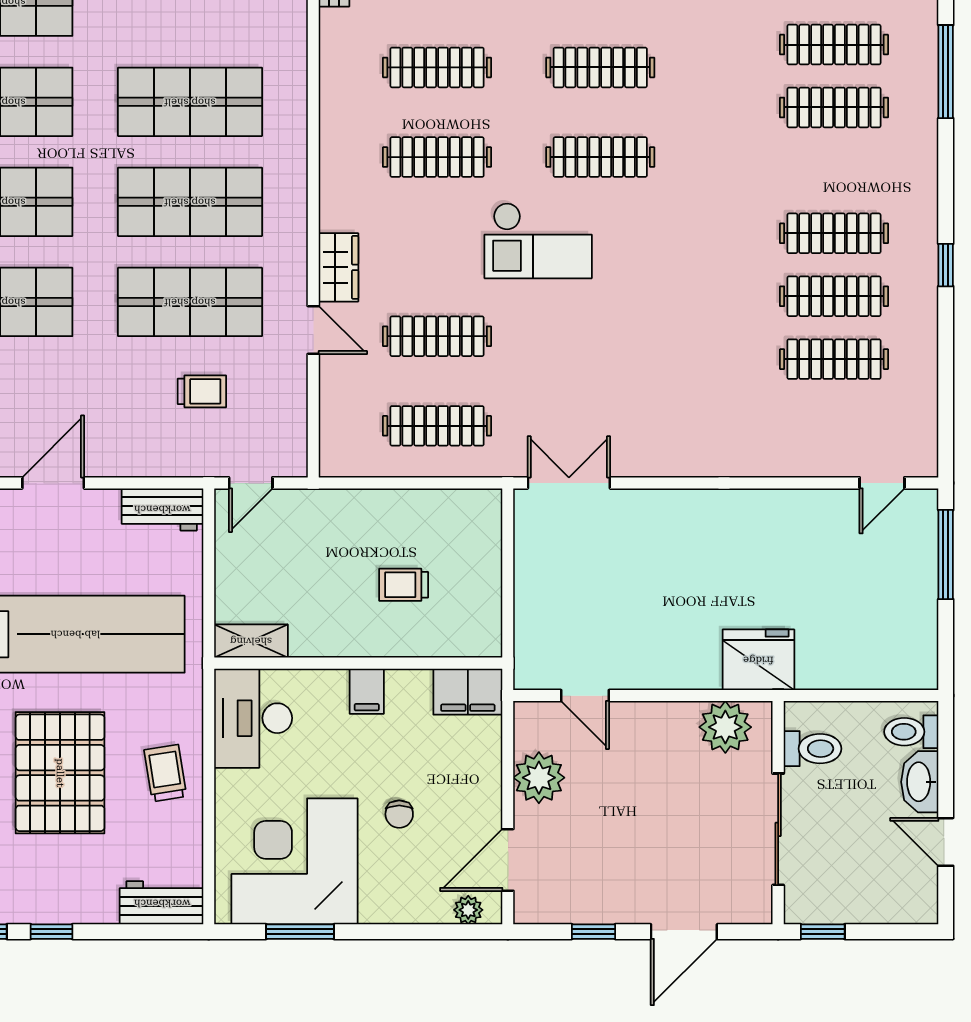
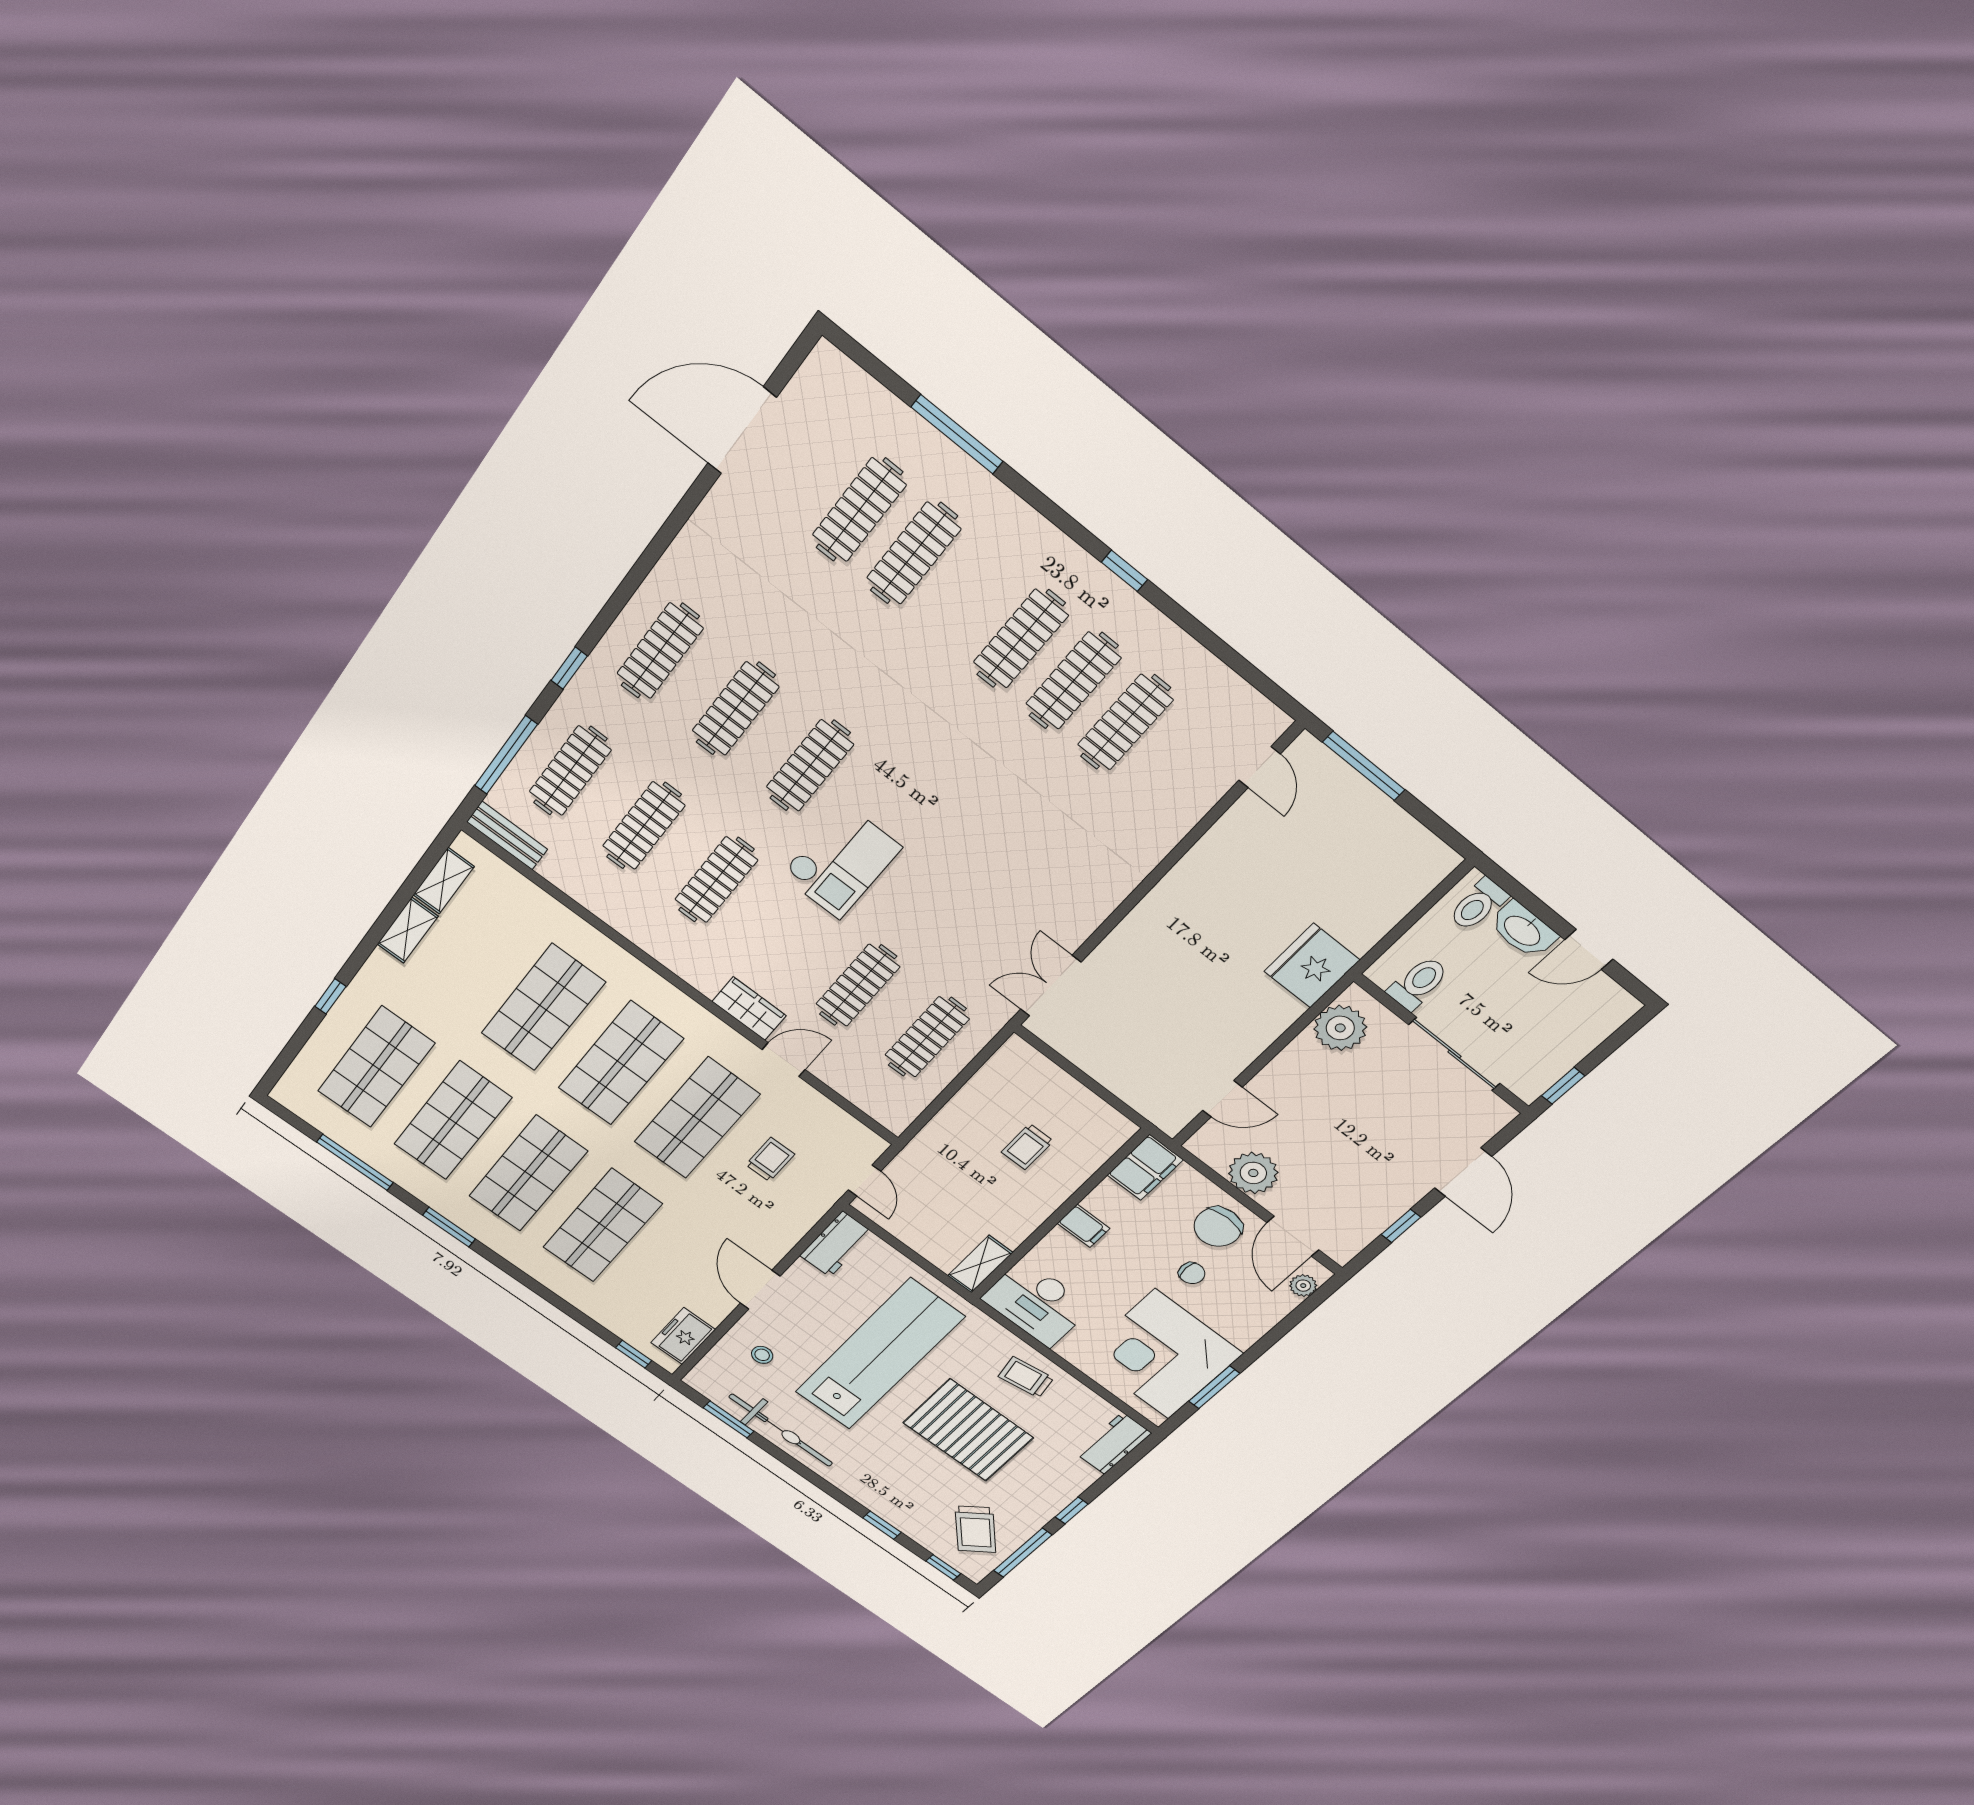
chair: (463, 795) -> (1218, 1227), added

